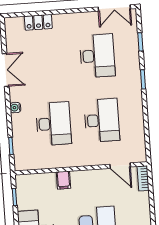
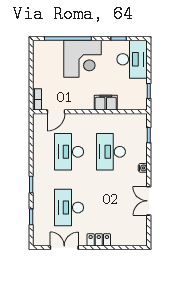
double door: (114, 8) -> (64, 248), moved
locker: (38, 22) -> (99, 240), moved
door: (120, 166) -> (56, 112), swing flipped
filing cabinet: (63, 180) -> (106, 103), width x2.00

